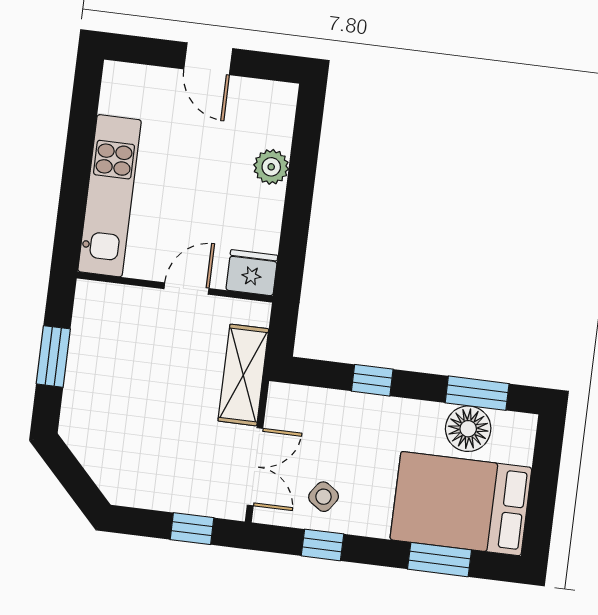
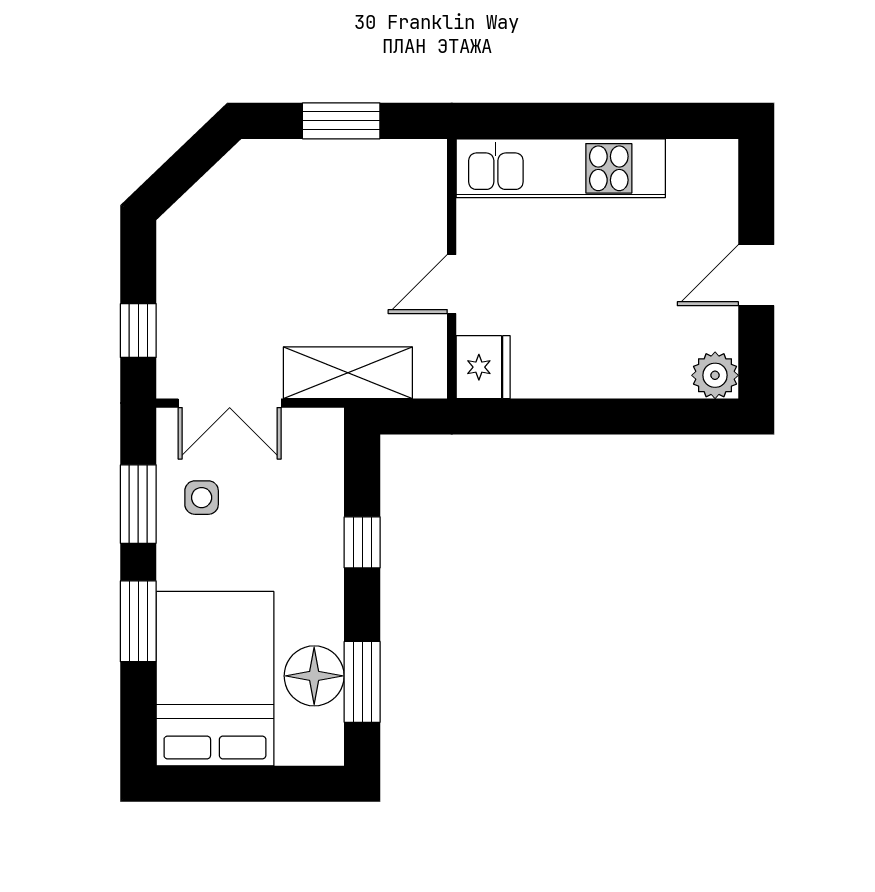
plant: (271, 167) -> (715, 375), moved
door: (186, 289) -> (452, 284), swing flipped
side table: (324, 497) -> (202, 498), turned -35
window: (322, 545) -> (138, 504), width x1.50
window: (440, 560) -> (138, 621), moved

